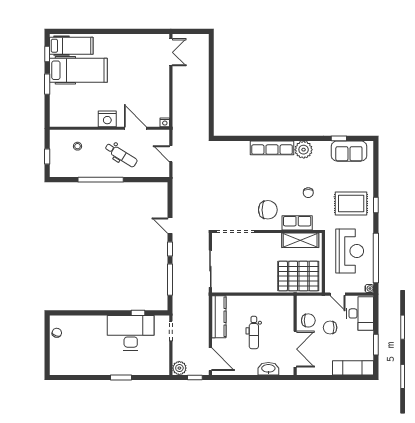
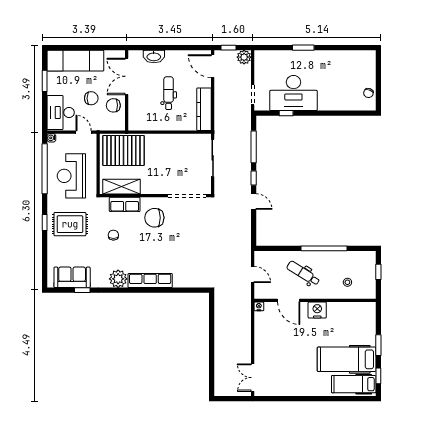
exam couch: (353, 368) -> (75, 61), width x1.36, depth x1.45

